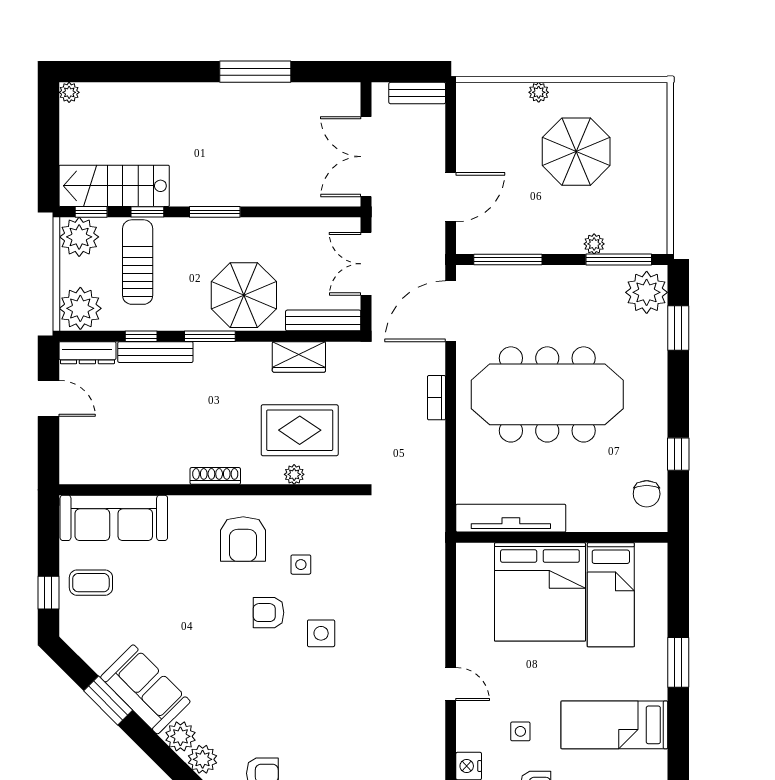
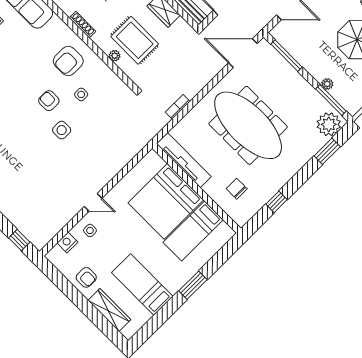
bookcase: (436, 398) -> (178, 107), moved
chair: (647, 494) -> (237, 189), moved, turned 90
door: (451, 684) -> (93, 202), hinge flipped
side table: (520, 731) -> (90, 230), moved

